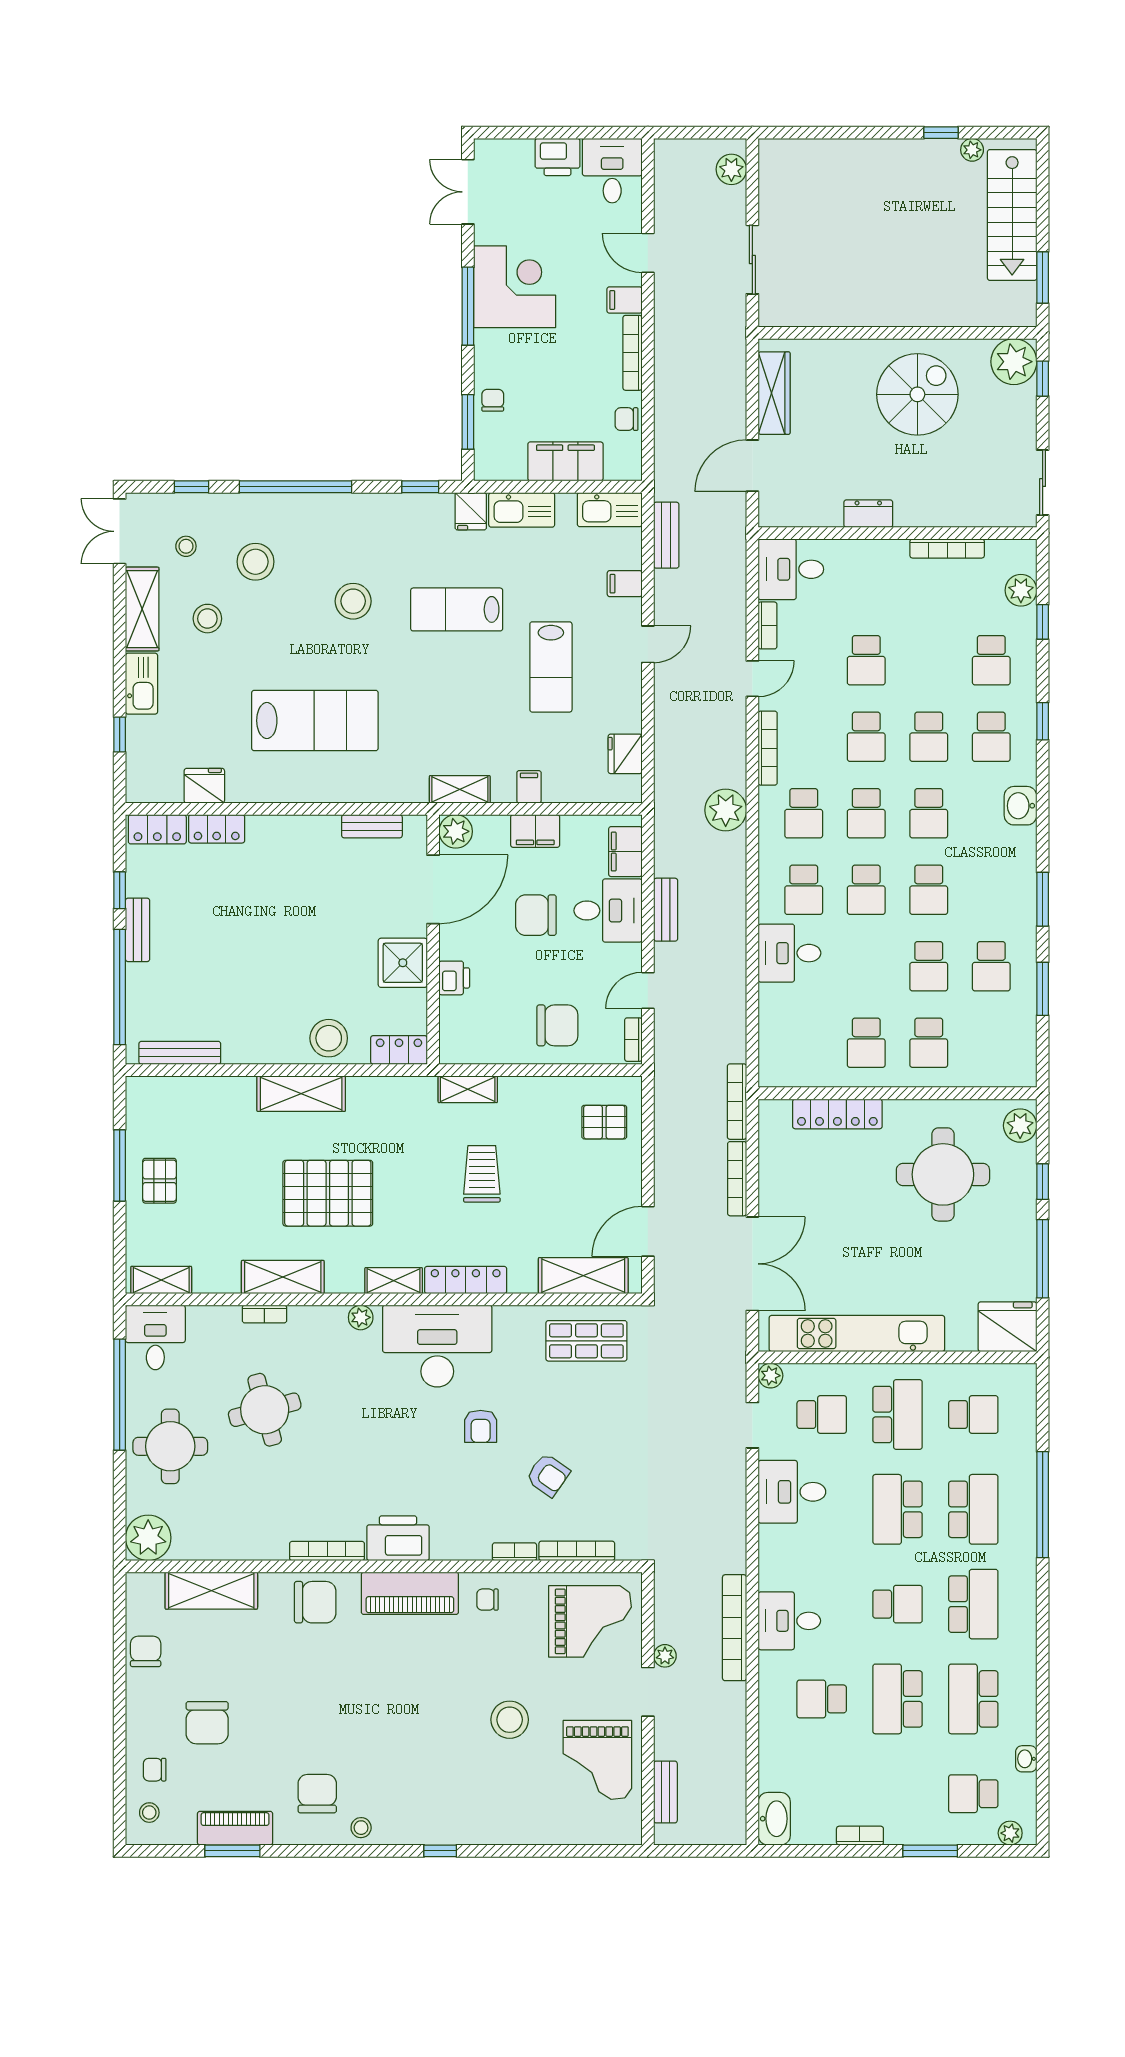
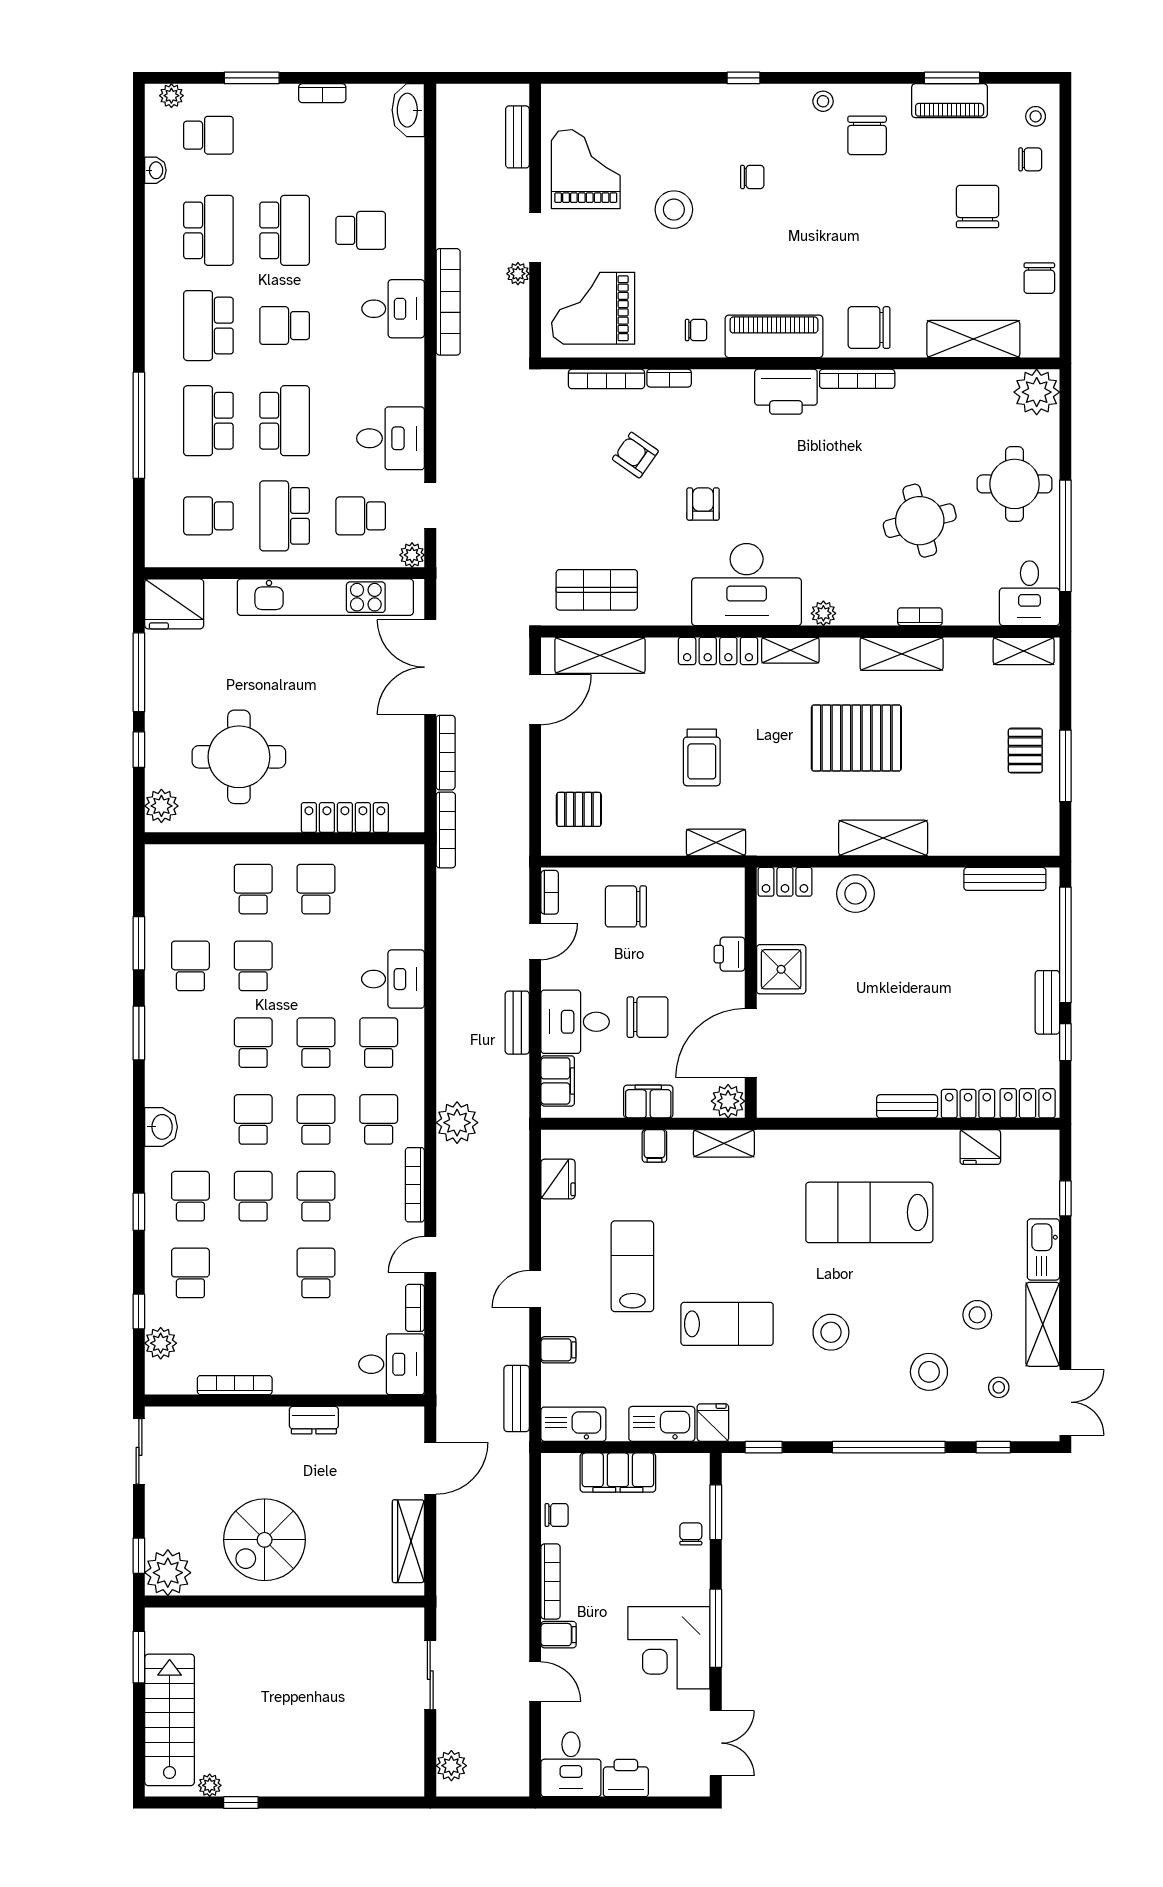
chair: (493, 400) -> (691, 1534), turned 180
bench: (372, 826) -> (907, 1106), moved
chair: (432, 1752) -> (752, 177), added

